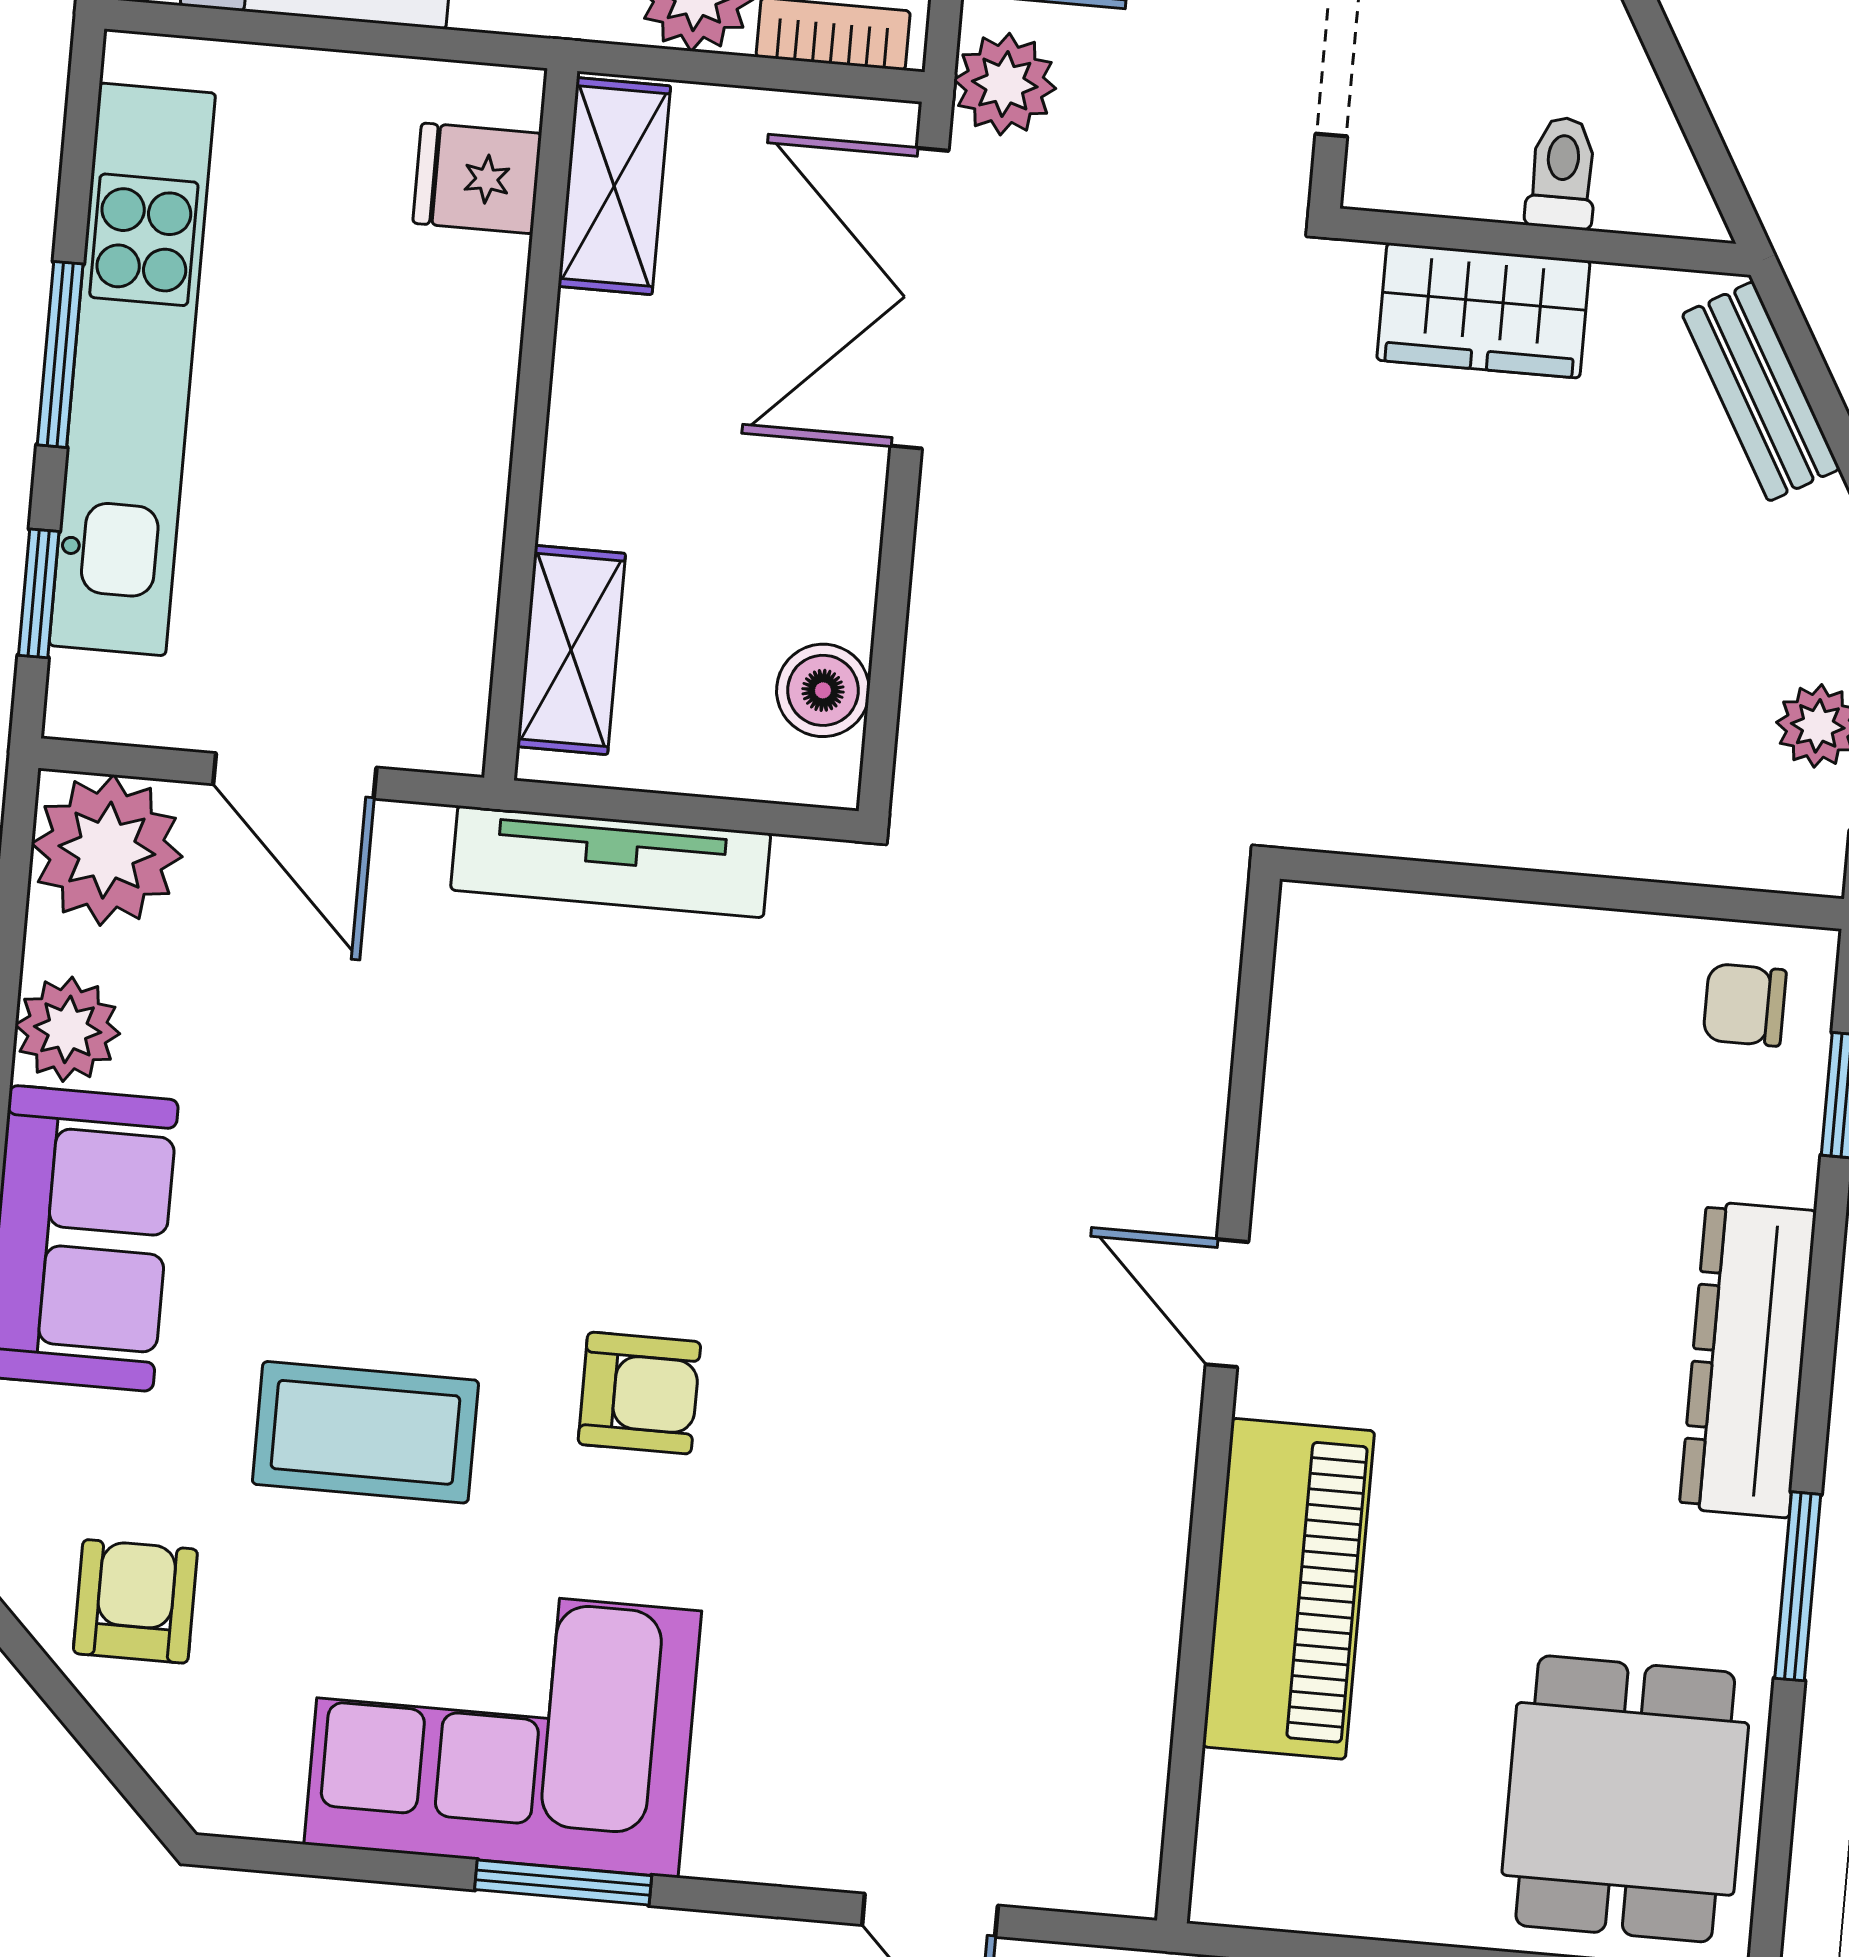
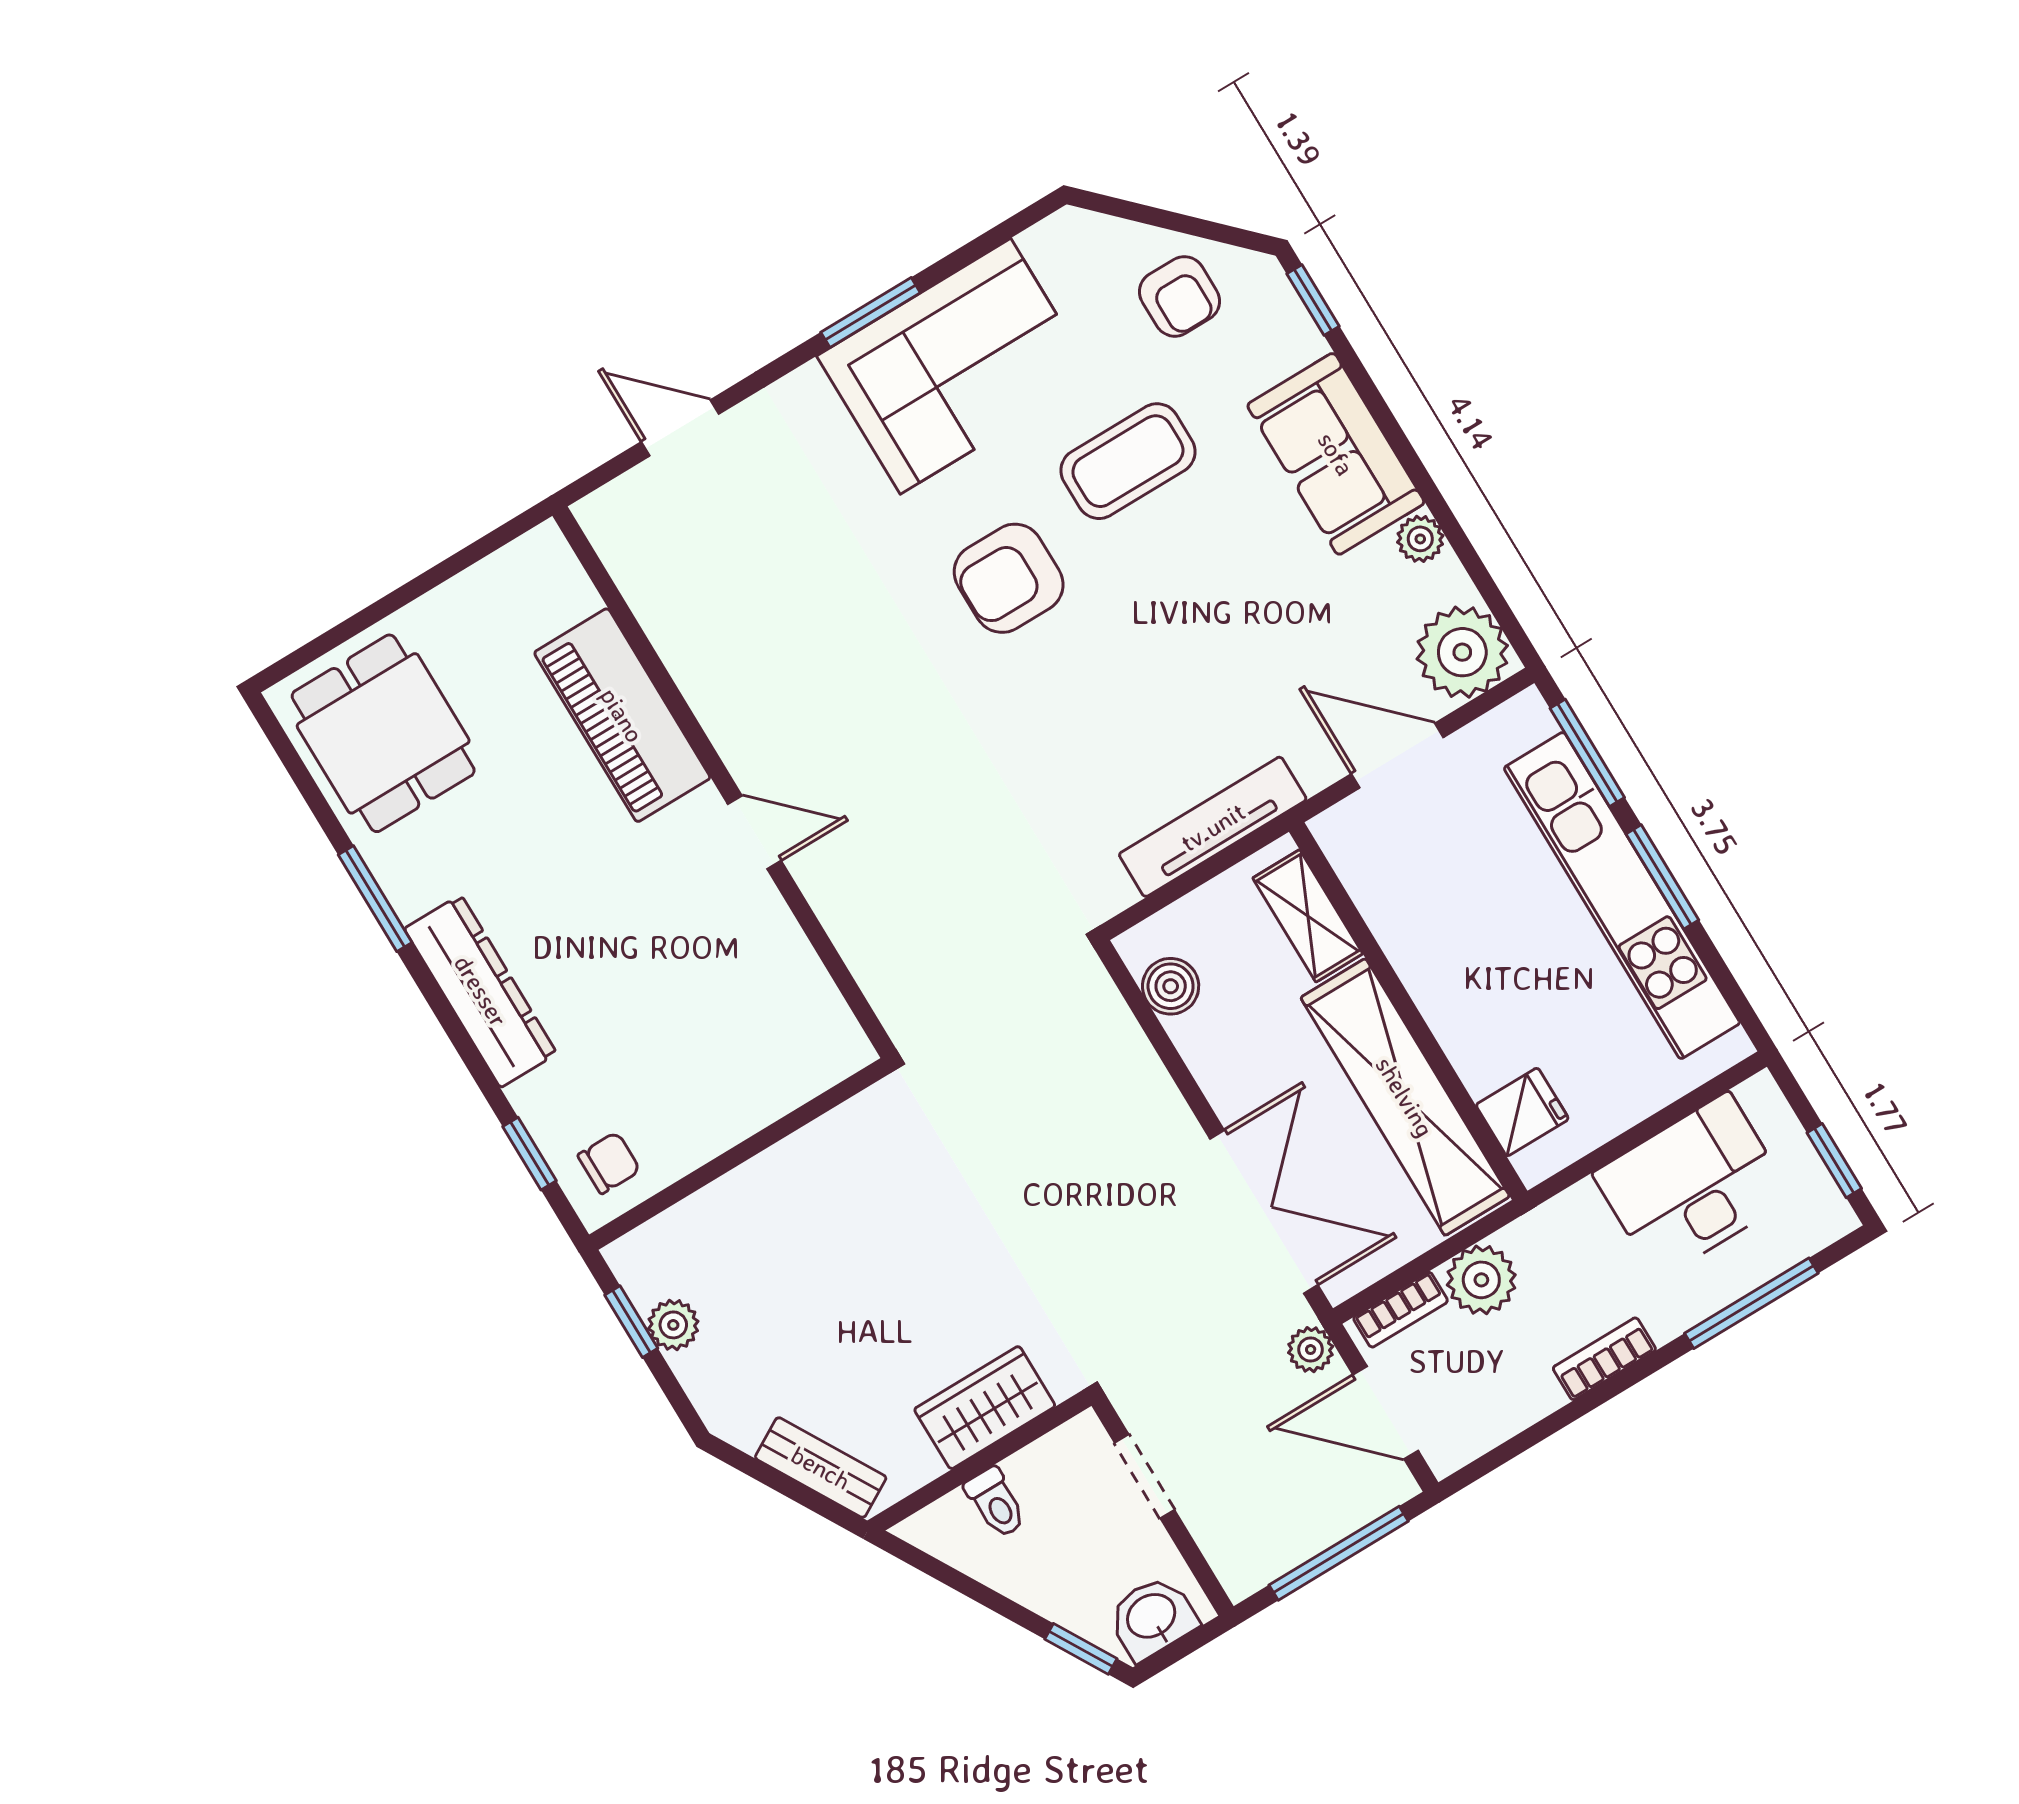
plant: (1005, 84) -> (1311, 1350), width x0.73, depth x0.73
shelving: (614, 186) -> (1405, 1097), width x2.20, depth x1.33
window: (39, 593) -> (1587, 753), width x1.50
plant: (68, 1029) -> (1420, 539), width x0.73, depth x0.73
armchair: (639, 1393) -> (1009, 578), width x1.38, depth x1.38

